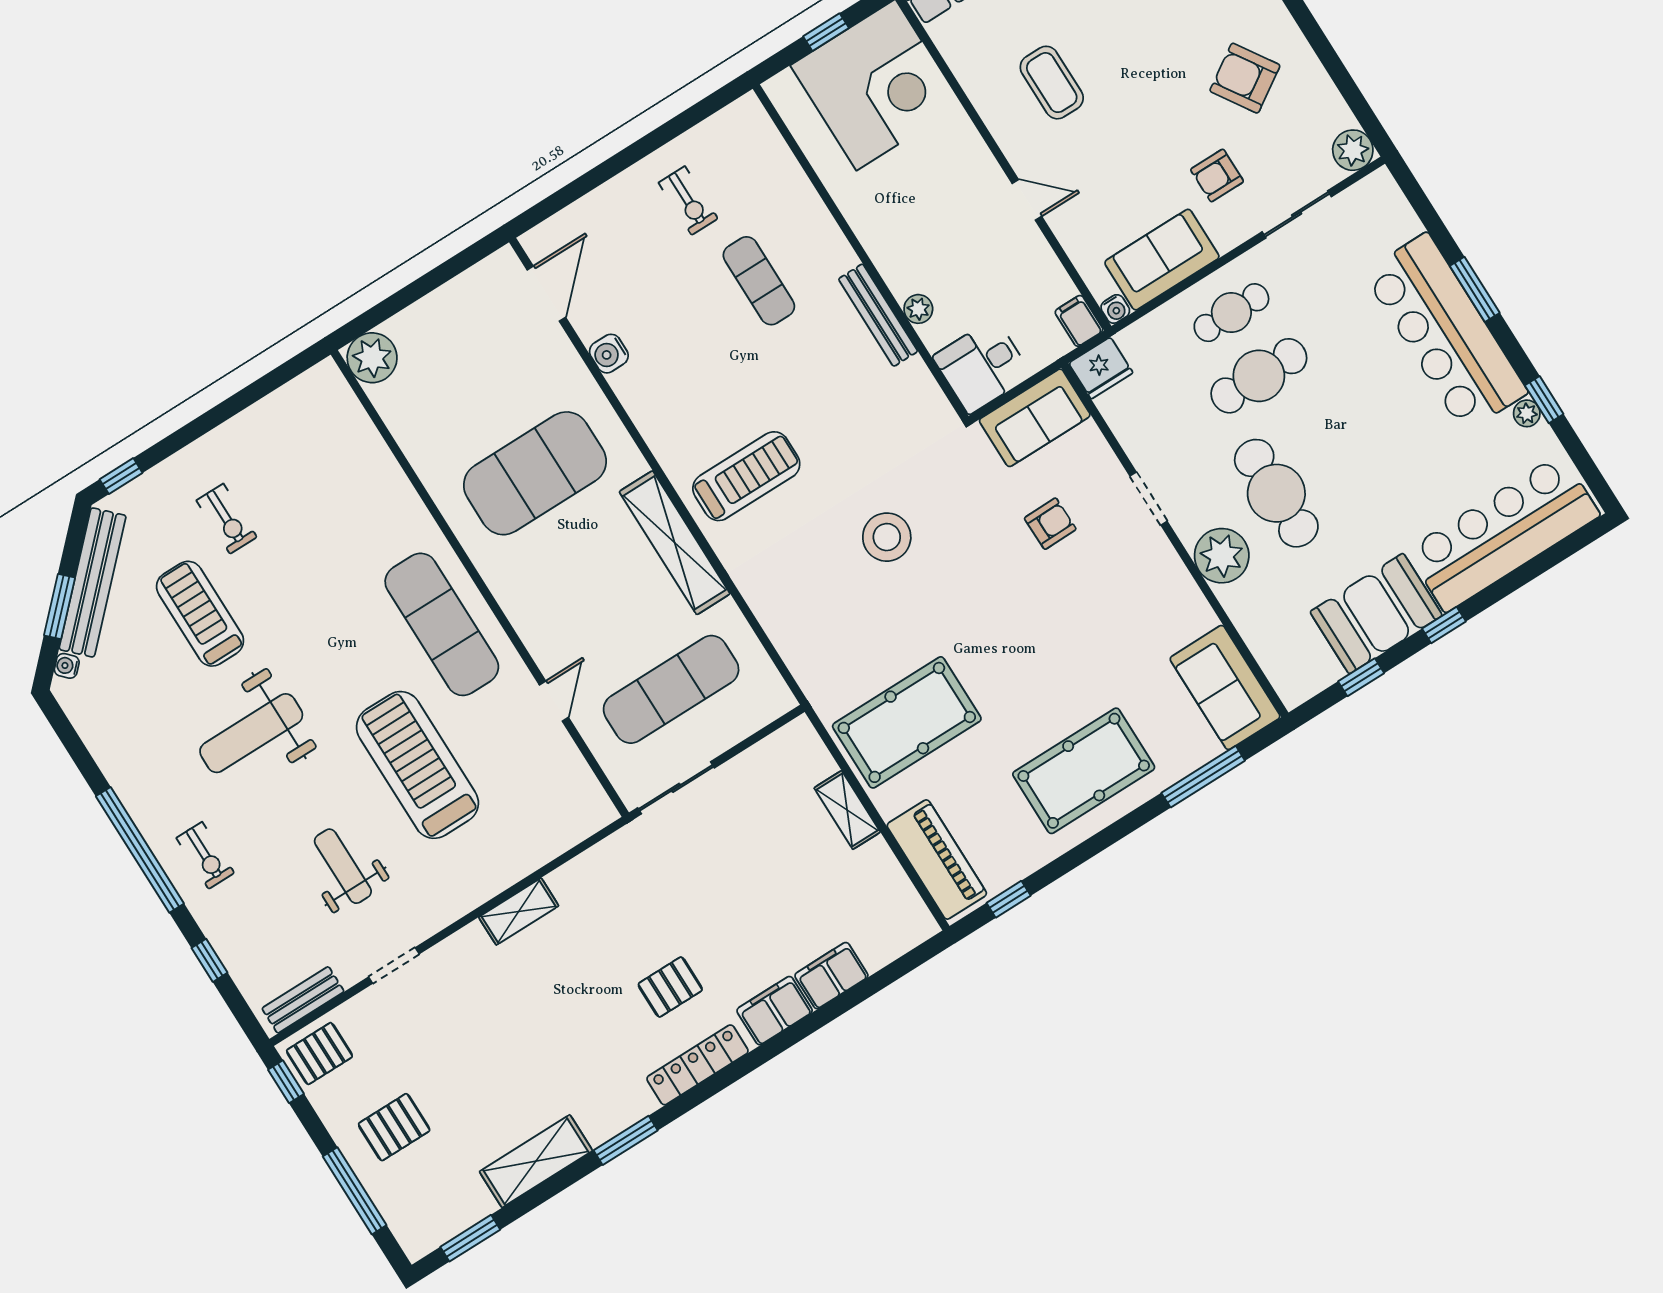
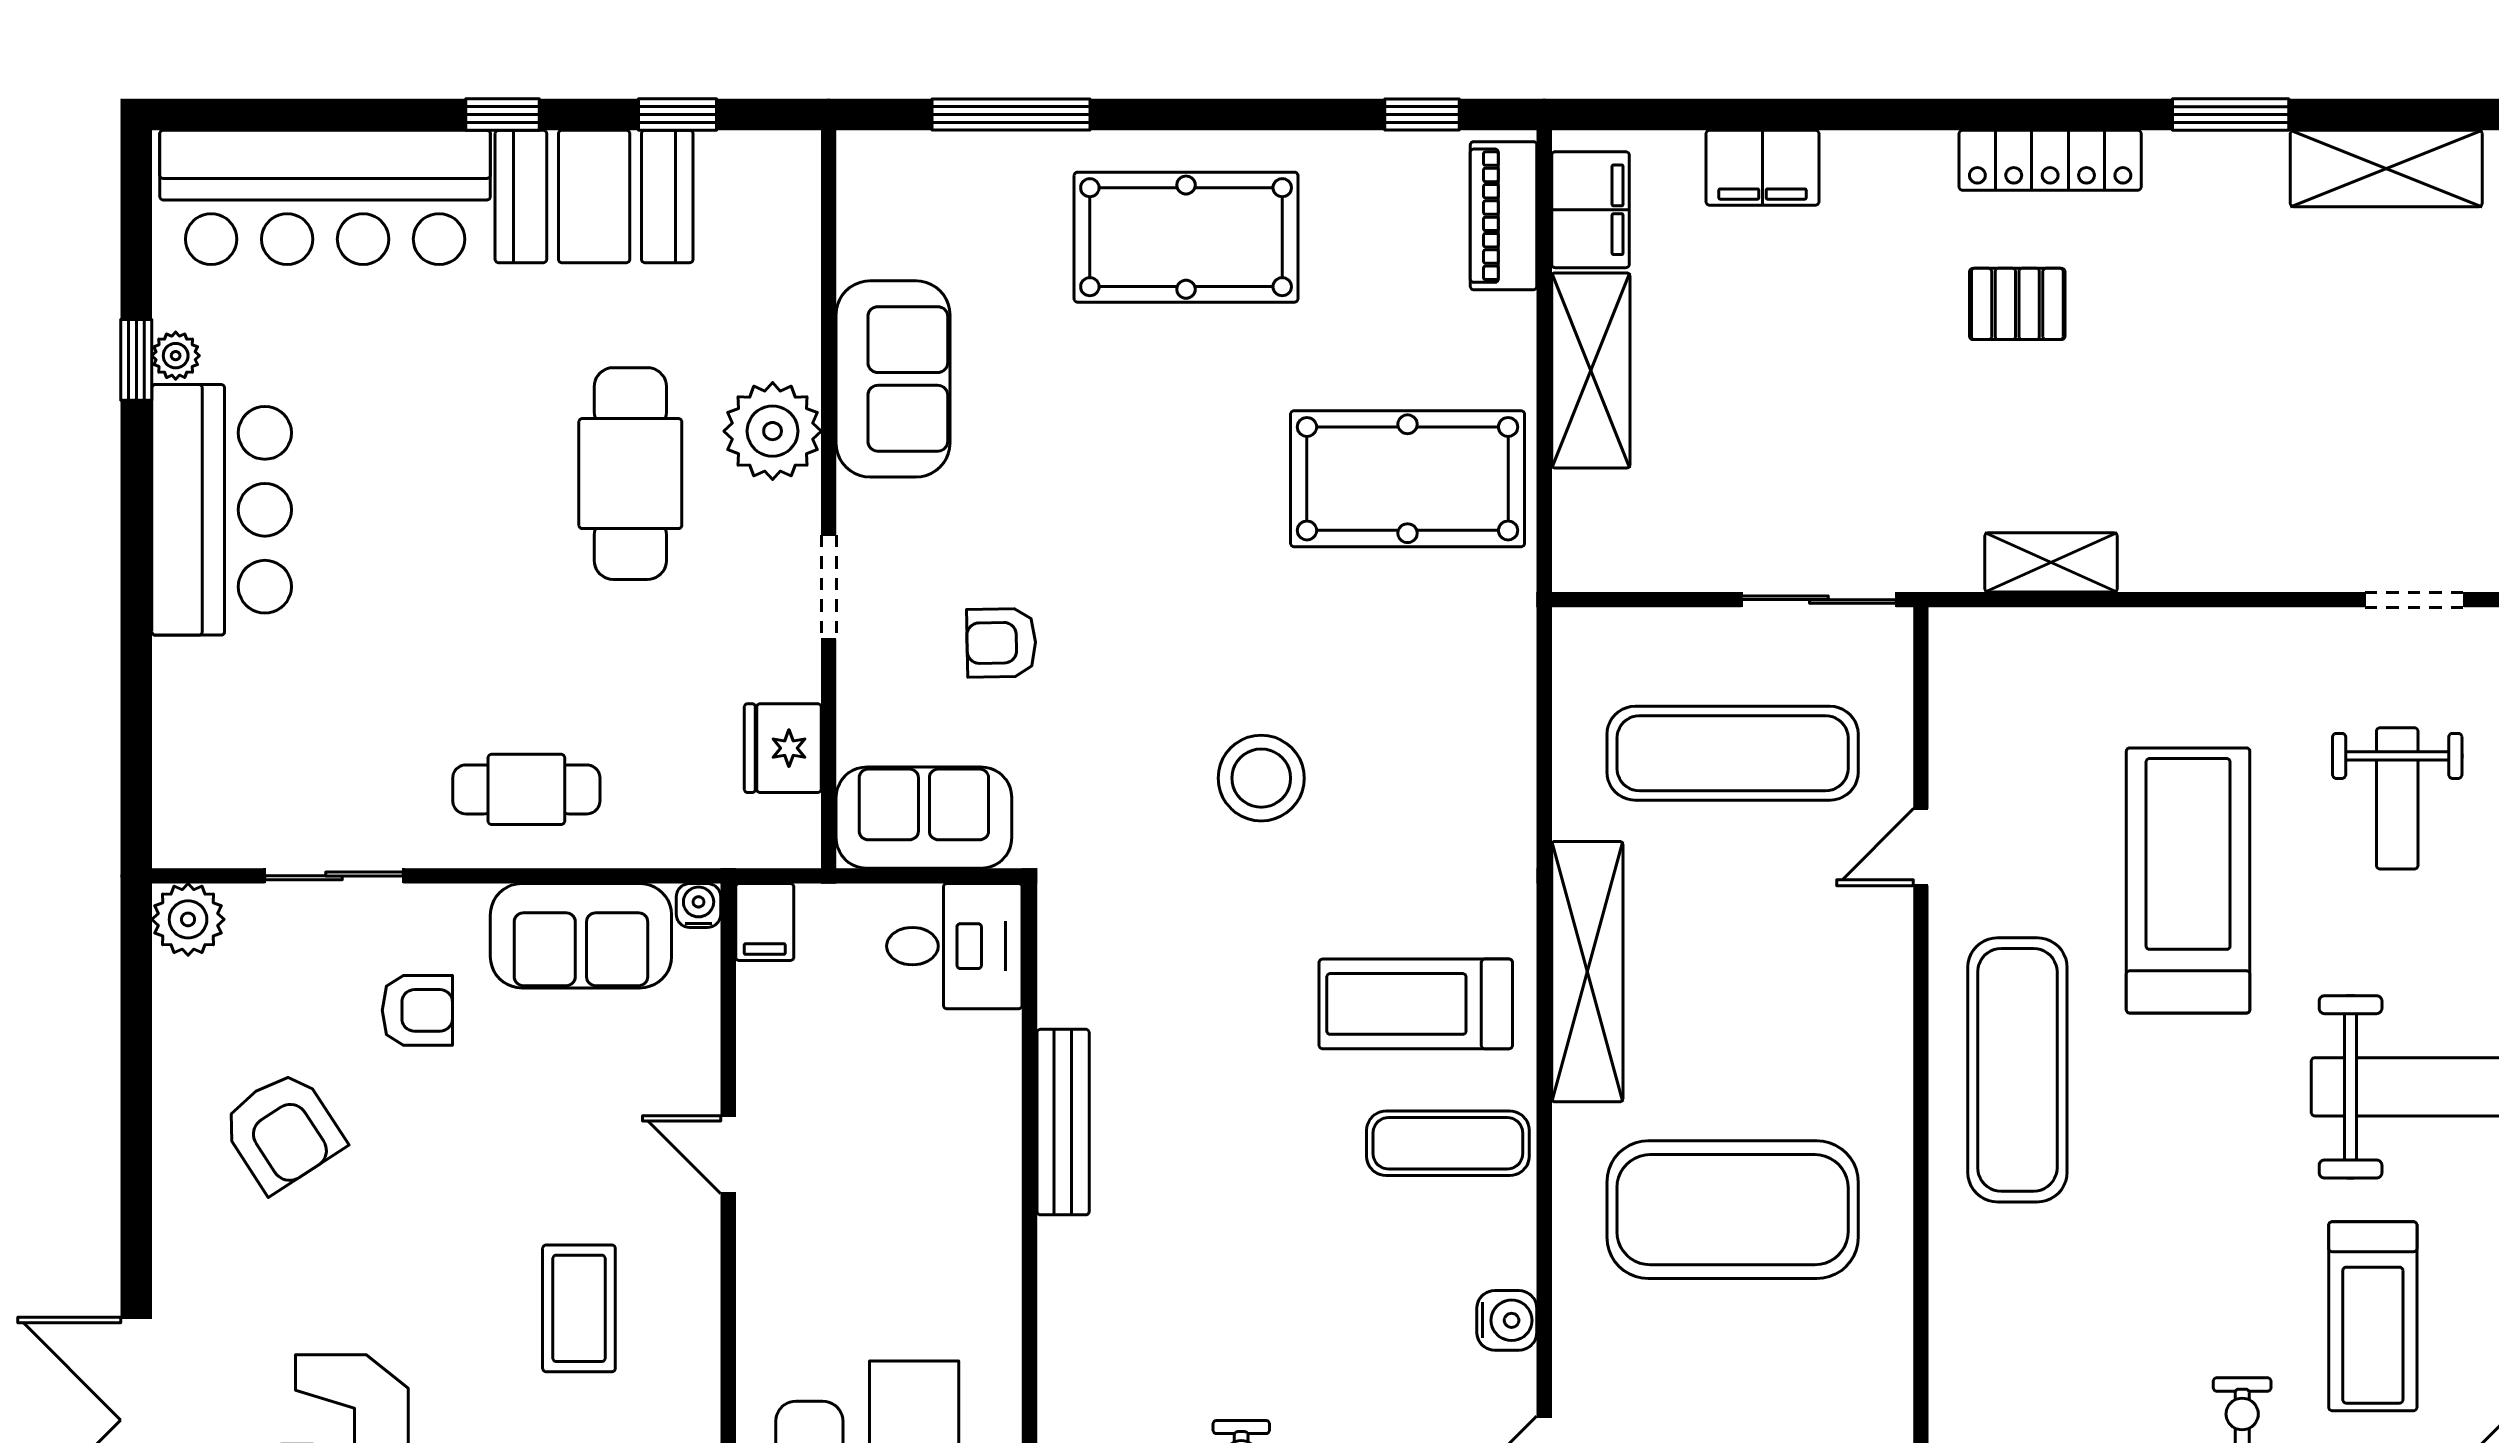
exercise mat: (759, 281) -> (1448, 1143), moved, turned 90
window: (1475, 289) -> (136, 593), removed
plant: (918, 309) -> (996, 1093), removed
bar counter: (1445, 333) -> (222, 510), width x0.73
fridge: (1101, 368) -> (783, 748), moved, turned -90
cafe table: (1259, 376) -> (545, 668), removed
sofa: (1225, 688) -> (893, 379), moved
treadmill: (417, 765) -> (2188, 880), turned 180
shelving: (847, 810) -> (1591, 370), width x1.50, depth x1.33
piano: (937, 860) -> (1504, 216), width x0.73, depth x0.75
shelving: (519, 912) -> (2051, 562), moved
filing cabinet: (775, 1011) -> (1590, 210), moved, turned -90

